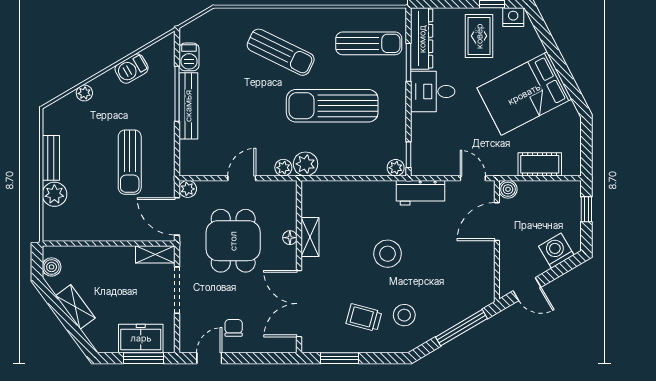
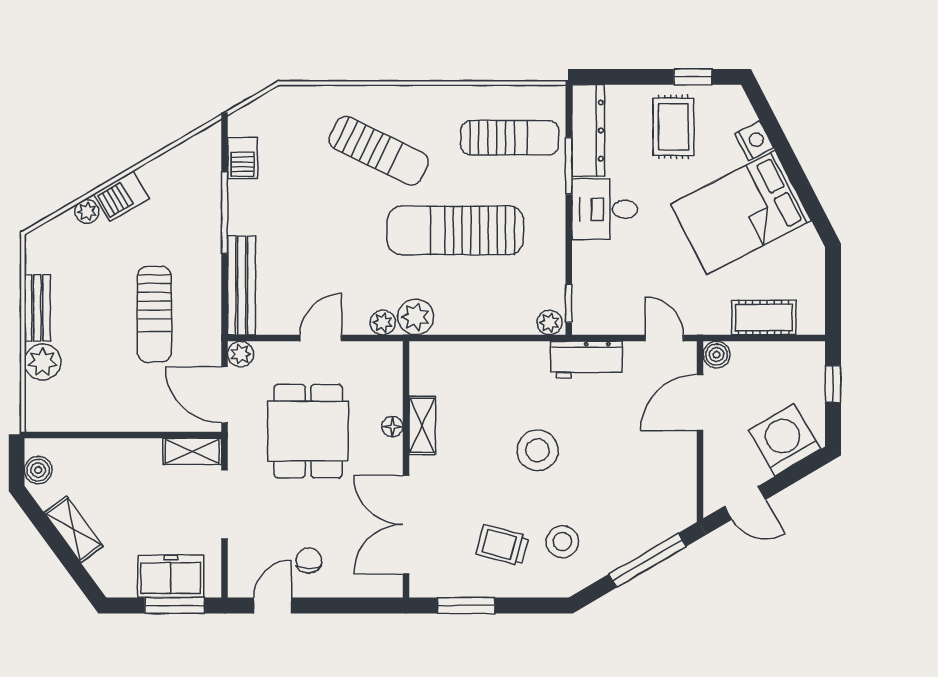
nightstand: (513, 17) -> (754, 141), moved, turned 63
barbecue: (132, 69) -> (121, 196), moved
bench: (188, 106) -> (242, 285), moved
washing machine: (556, 251) -> (785, 440), width x1.37, depth x1.37

